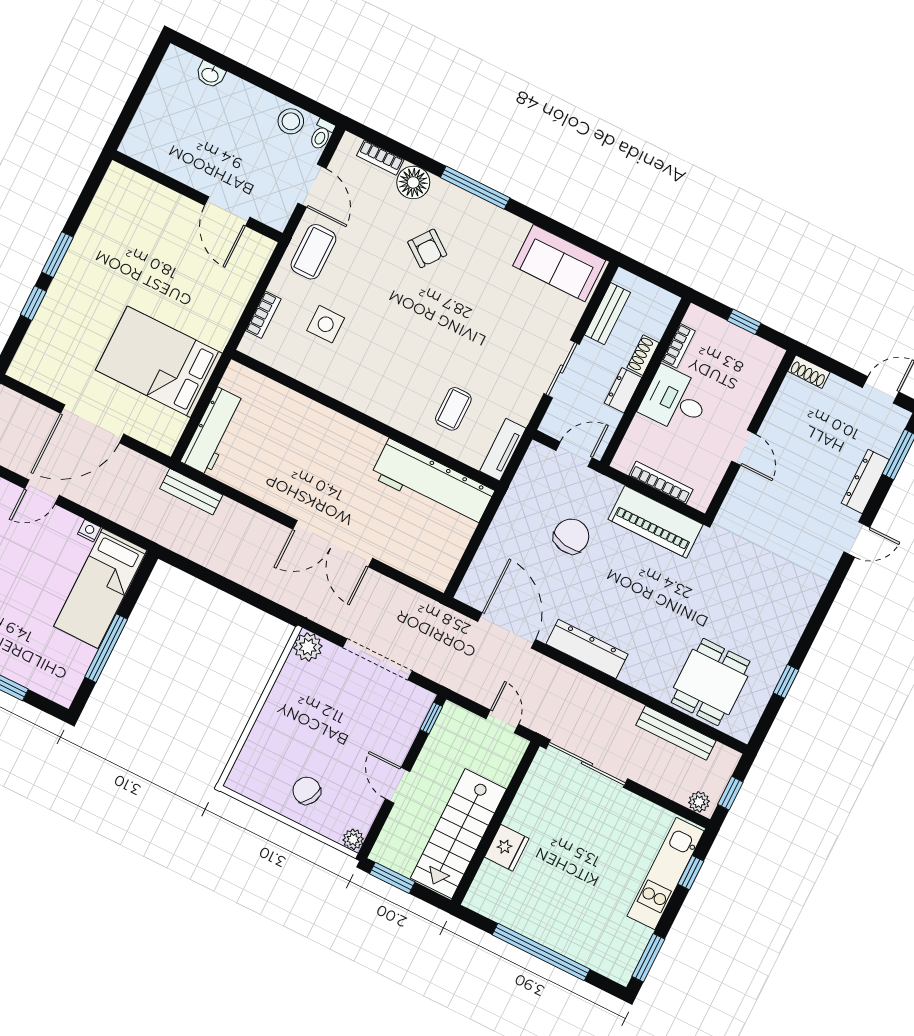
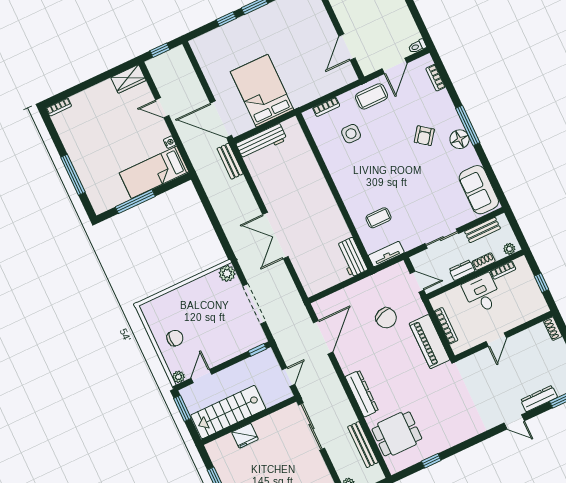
stool: (291, 121) -> (408, 29), removed
floor lamp: (413, 182) -> (460, 139), moved
plant: (664, 310) -> (509, 249), added
door: (92, 424) -> (221, 119), moved
workbench: (433, 483) -> (352, 257), width x0.53, depth x0.76
chair: (571, 536) -> (386, 318), turned 61
dresser: (587, 649) -> (362, 394), moved
door: (398, 785) -> (201, 376), moved
chair: (307, 791) -> (175, 338), turned 61

